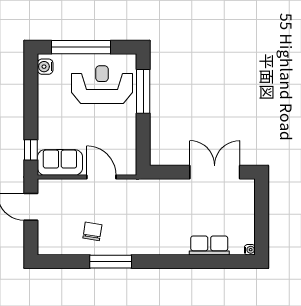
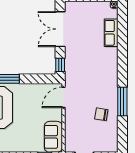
window: (163, 172) -> (60, 65), added
door: (101, 177) -> (63, 97), moved

